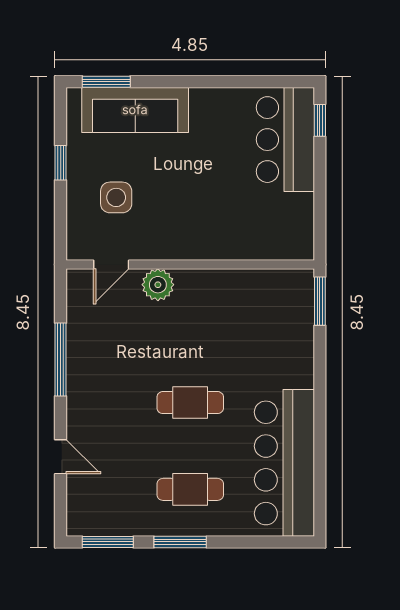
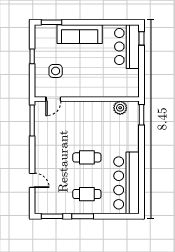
sofa: (135, 110) -> (80, 34), moved
plant: (158, 285) -> (120, 108), moved
window: (61, 359) -> (32, 121), moved

